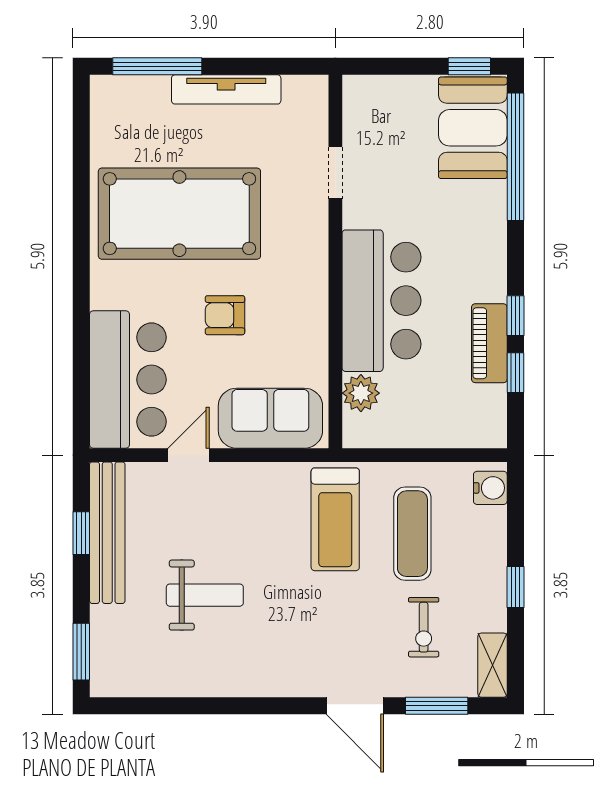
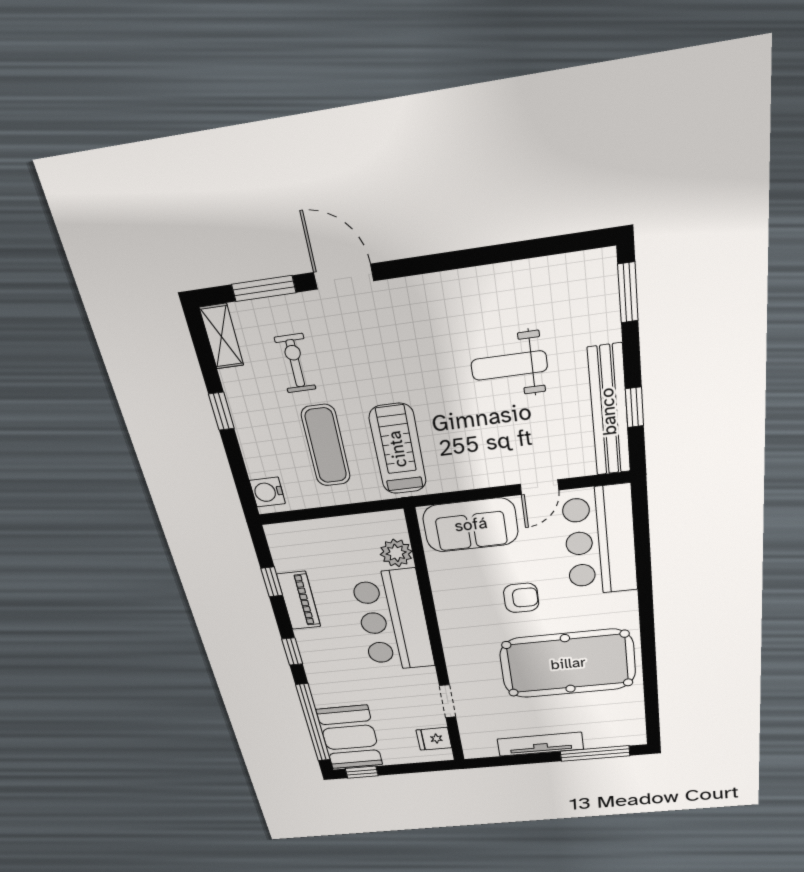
fridge: (363, 113) -> (434, 739), added
window: (515, 316) -> (292, 652), moved

